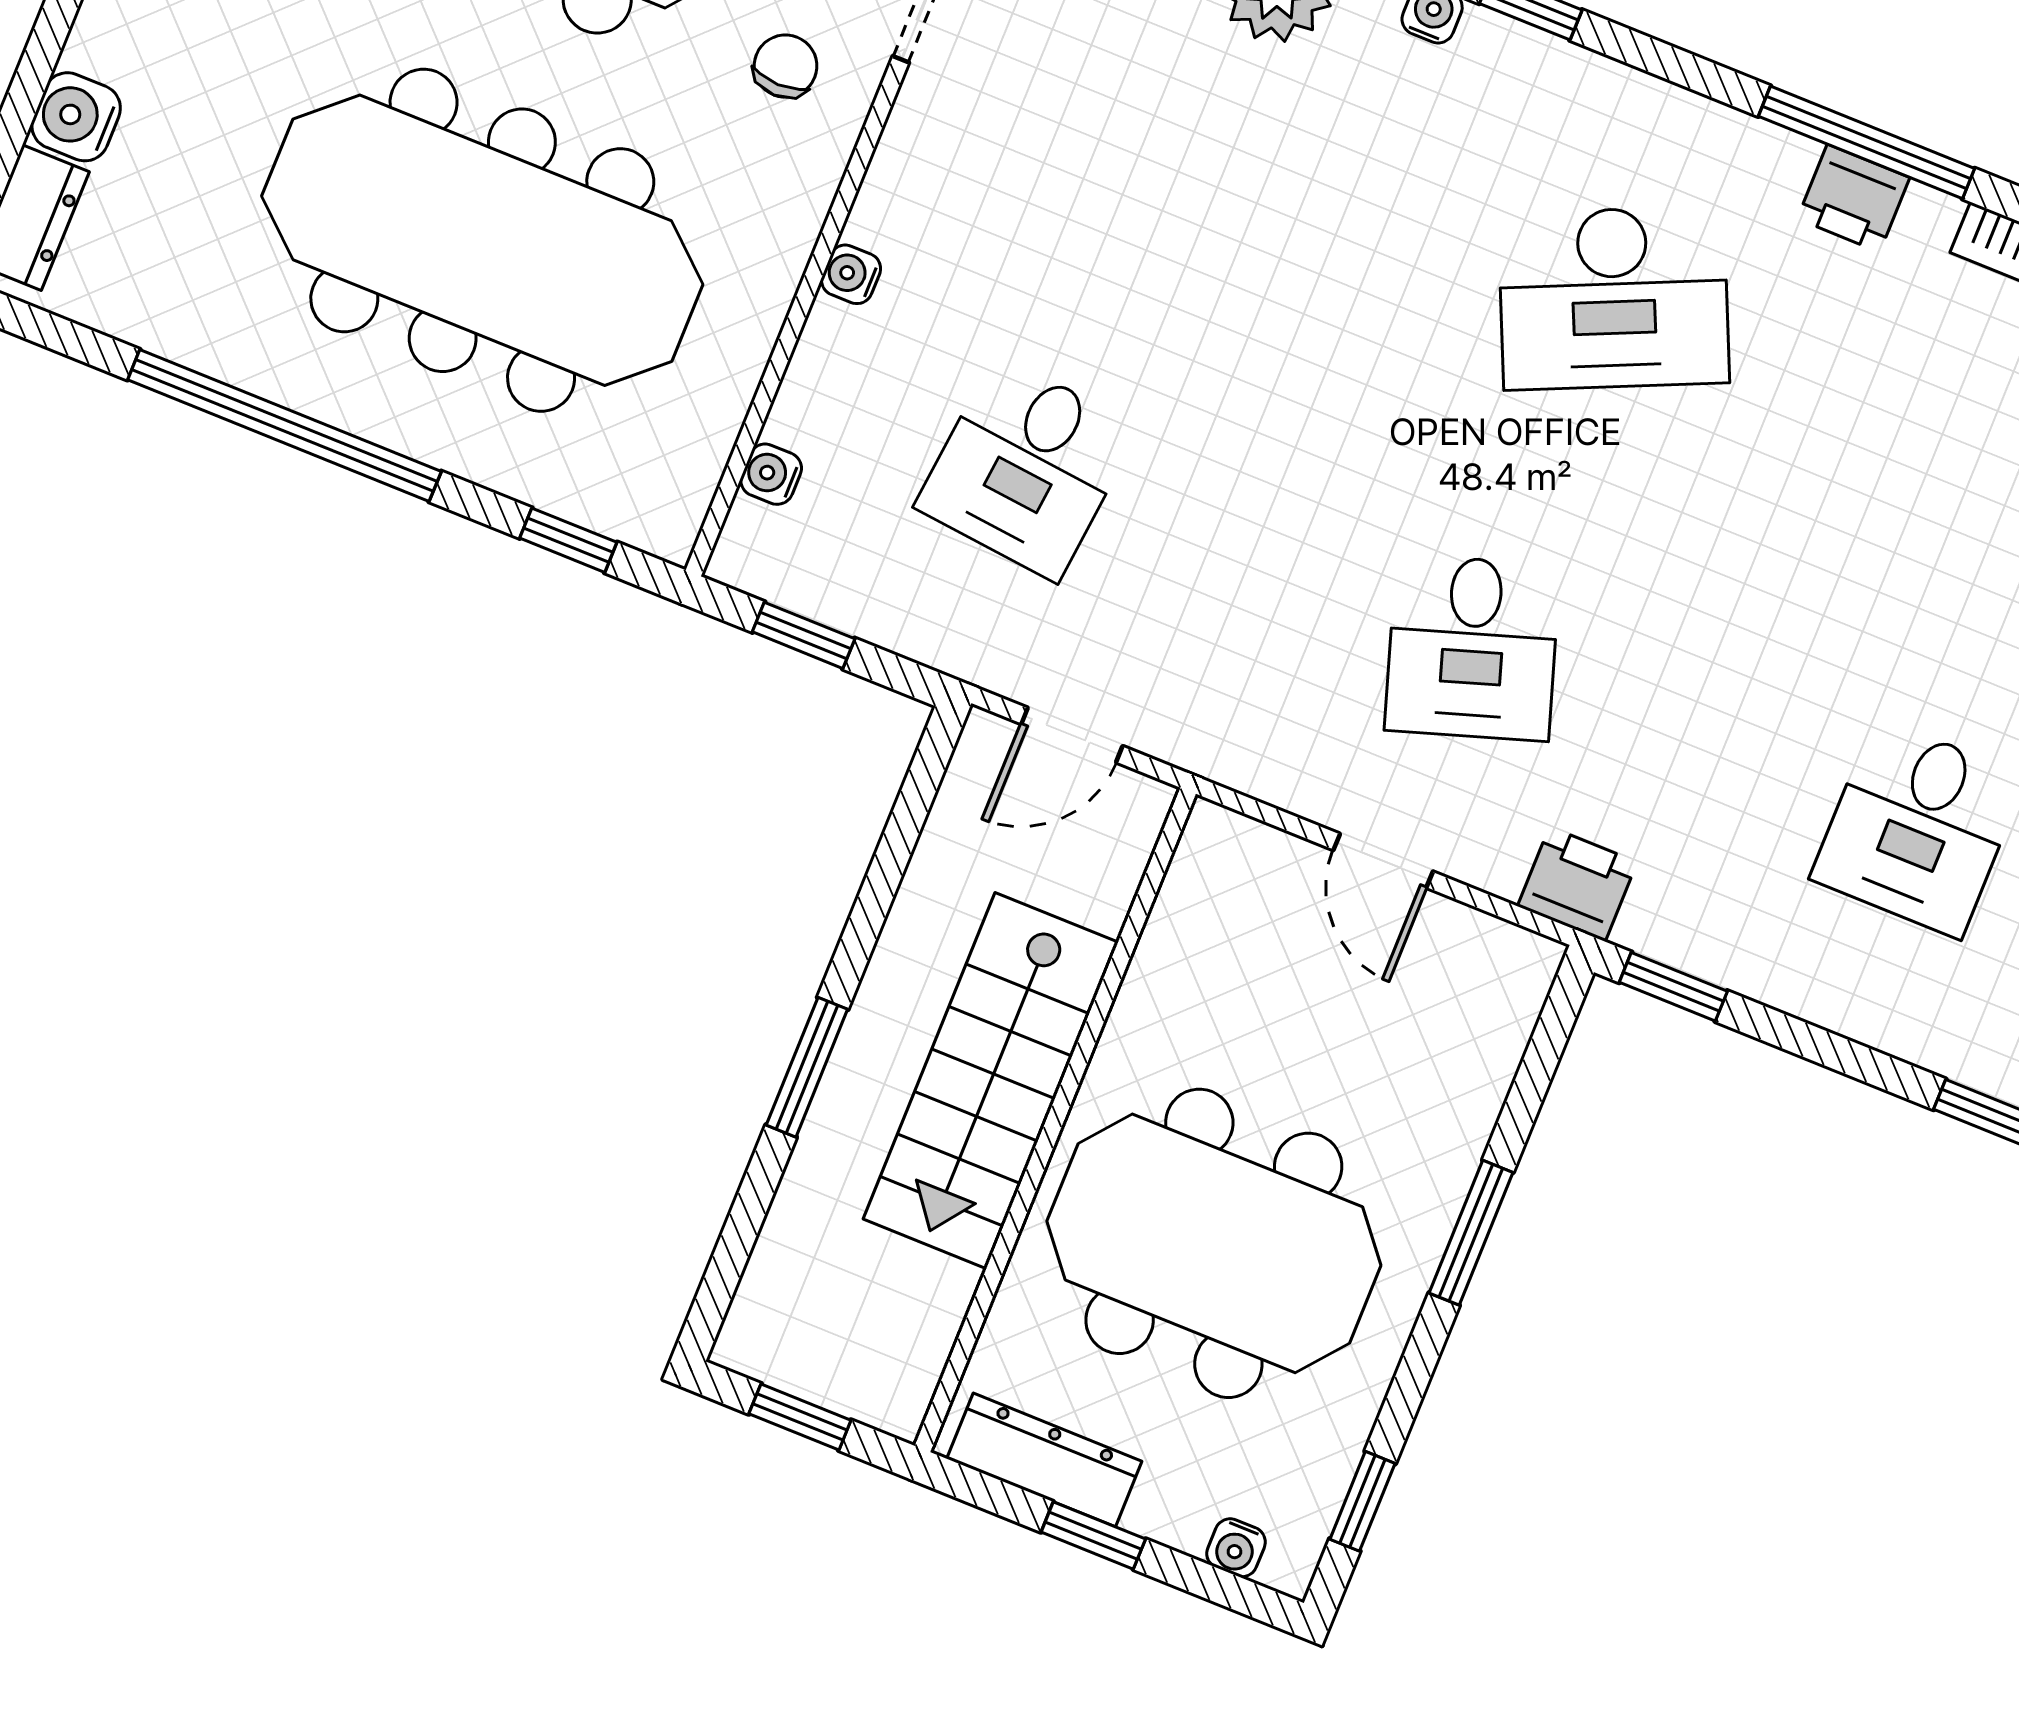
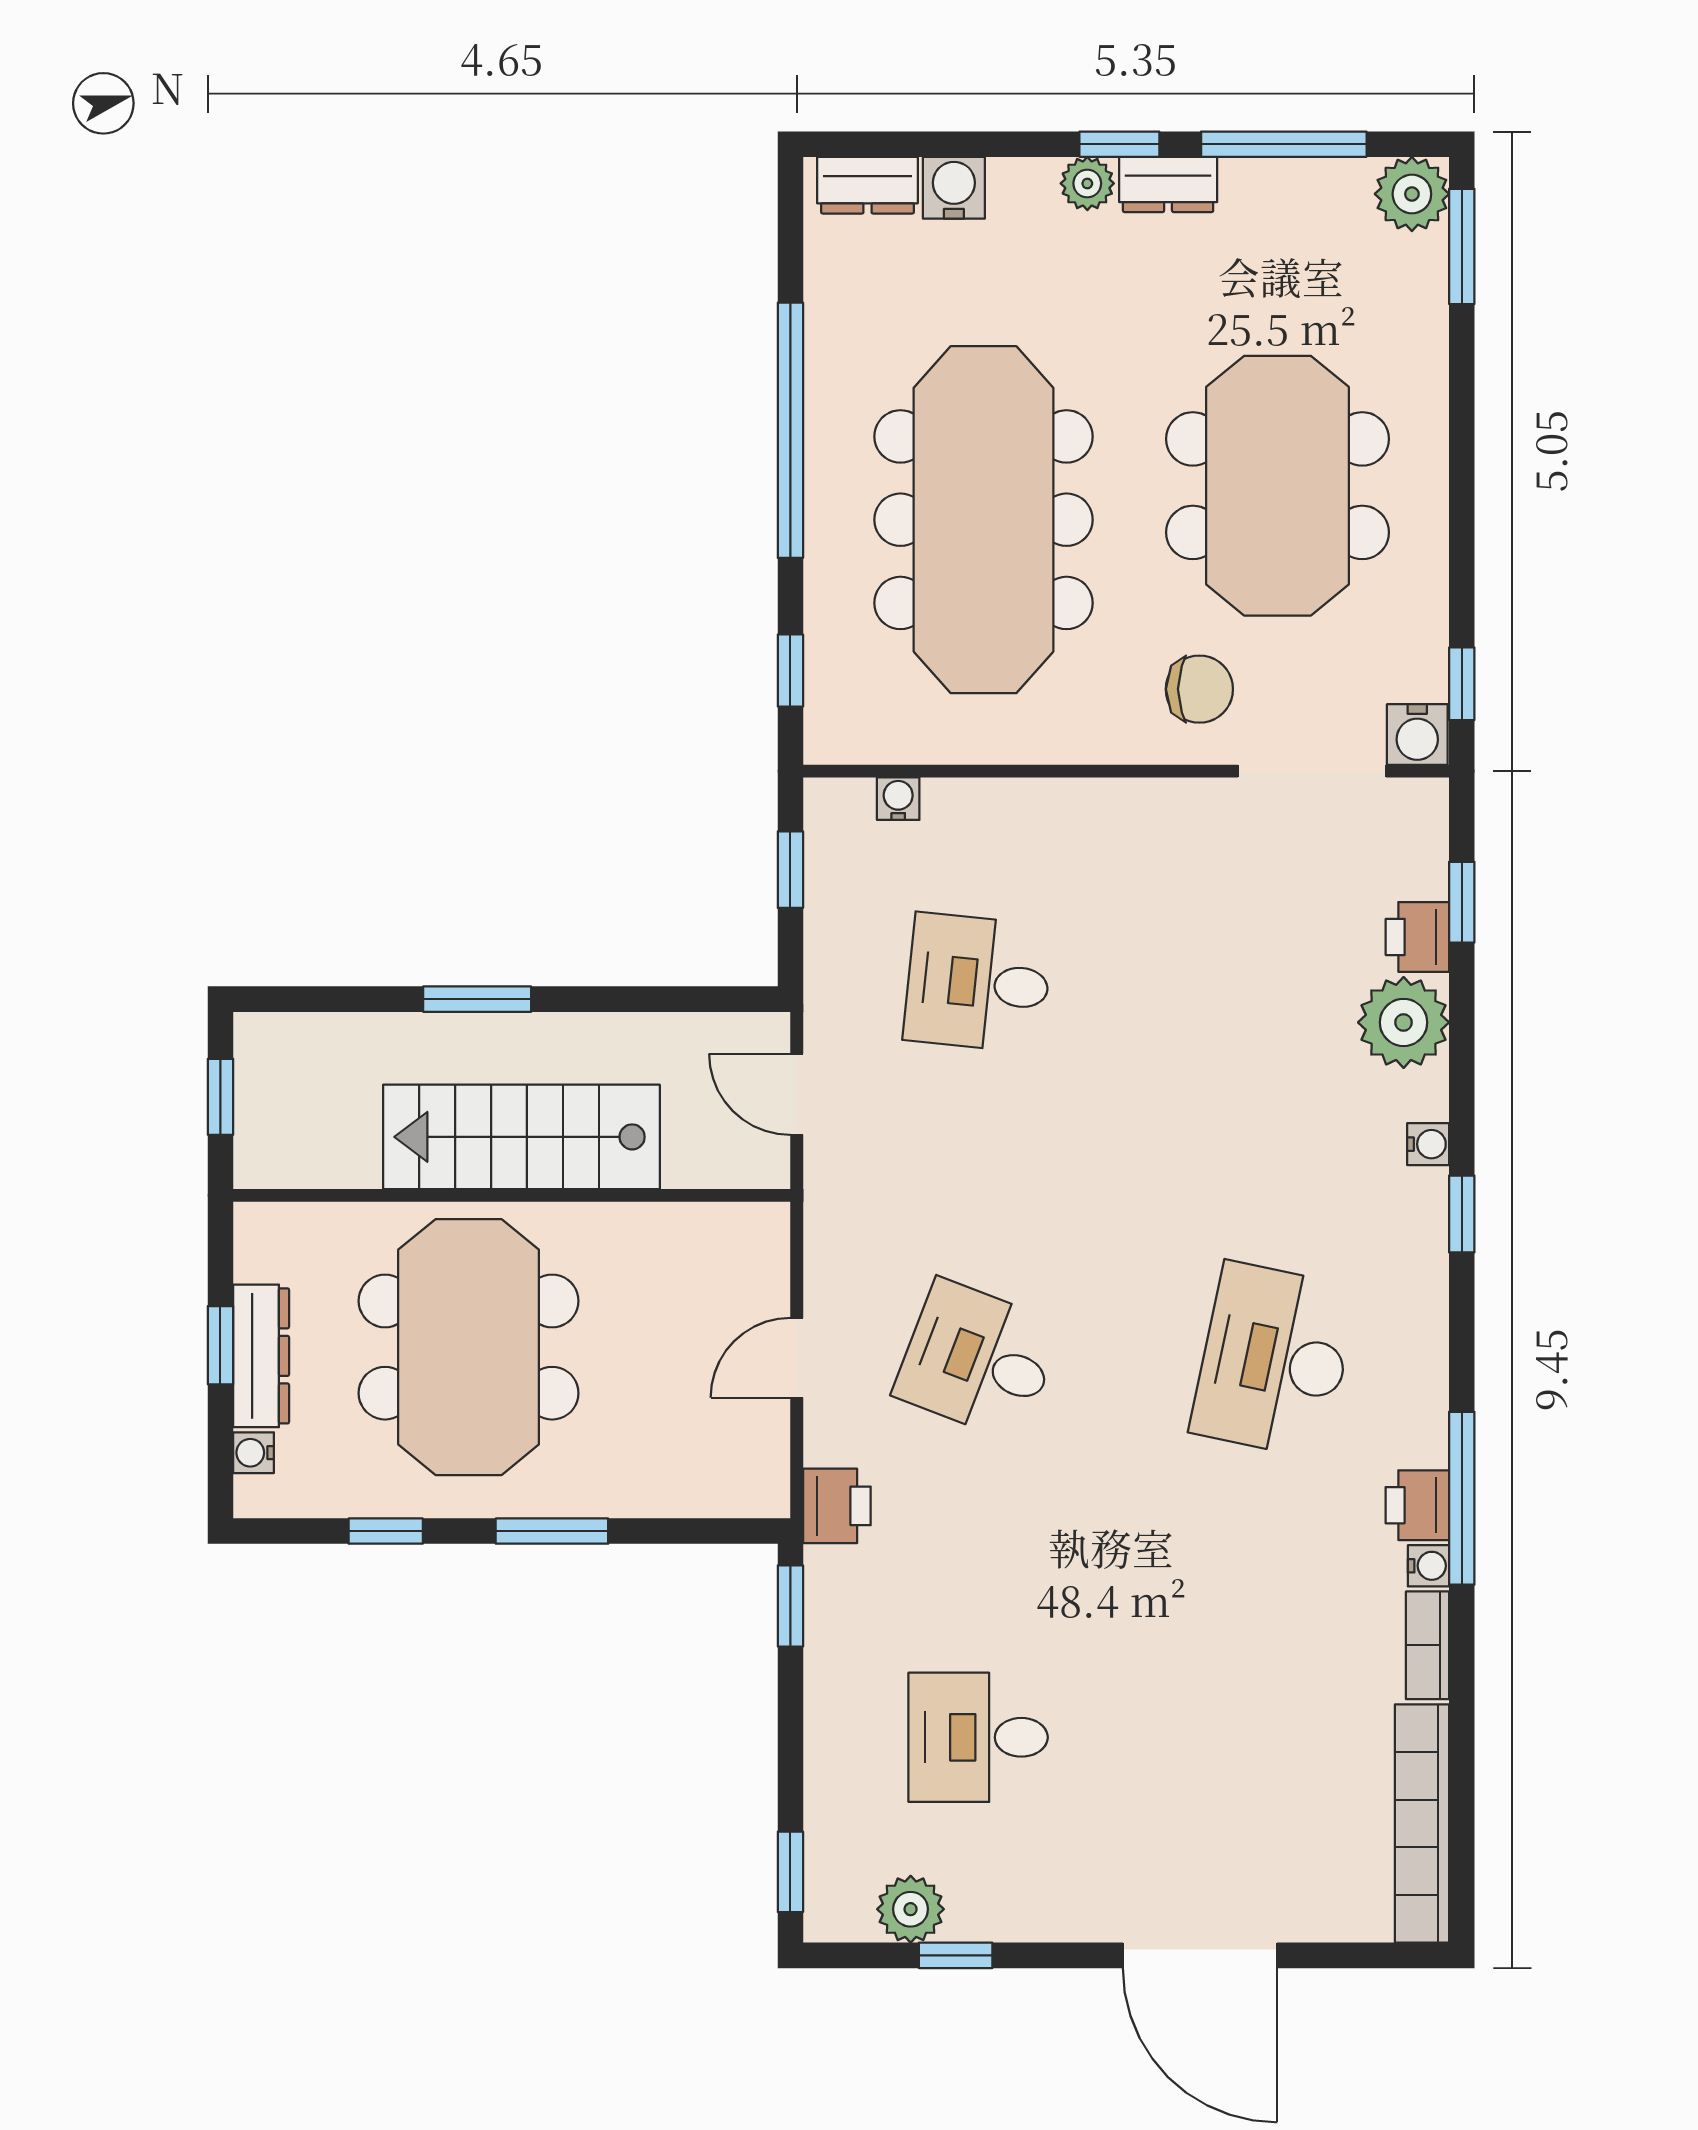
chair: (785, 66) -> (1199, 689), width x1.37, depth x1.37
water cooler: (851, 274) -> (1428, 1566), moved, turned 90
desk: (1614, 298) -> (1274, 1360), turned 36
desk: (1472, 648) -> (978, 1360), turned 39
dresser: (1044, 1460) -> (261, 1356), moved
window: (1362, 1501) -> (386, 1531), moved

